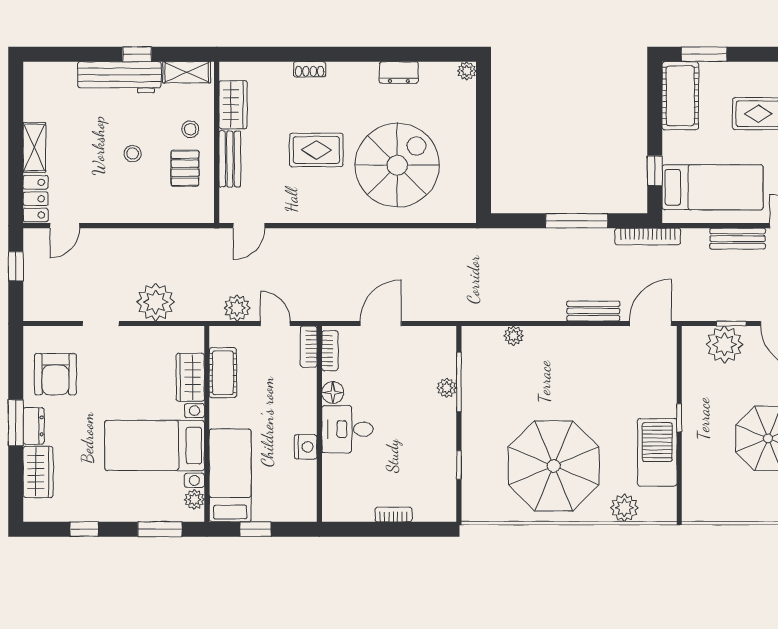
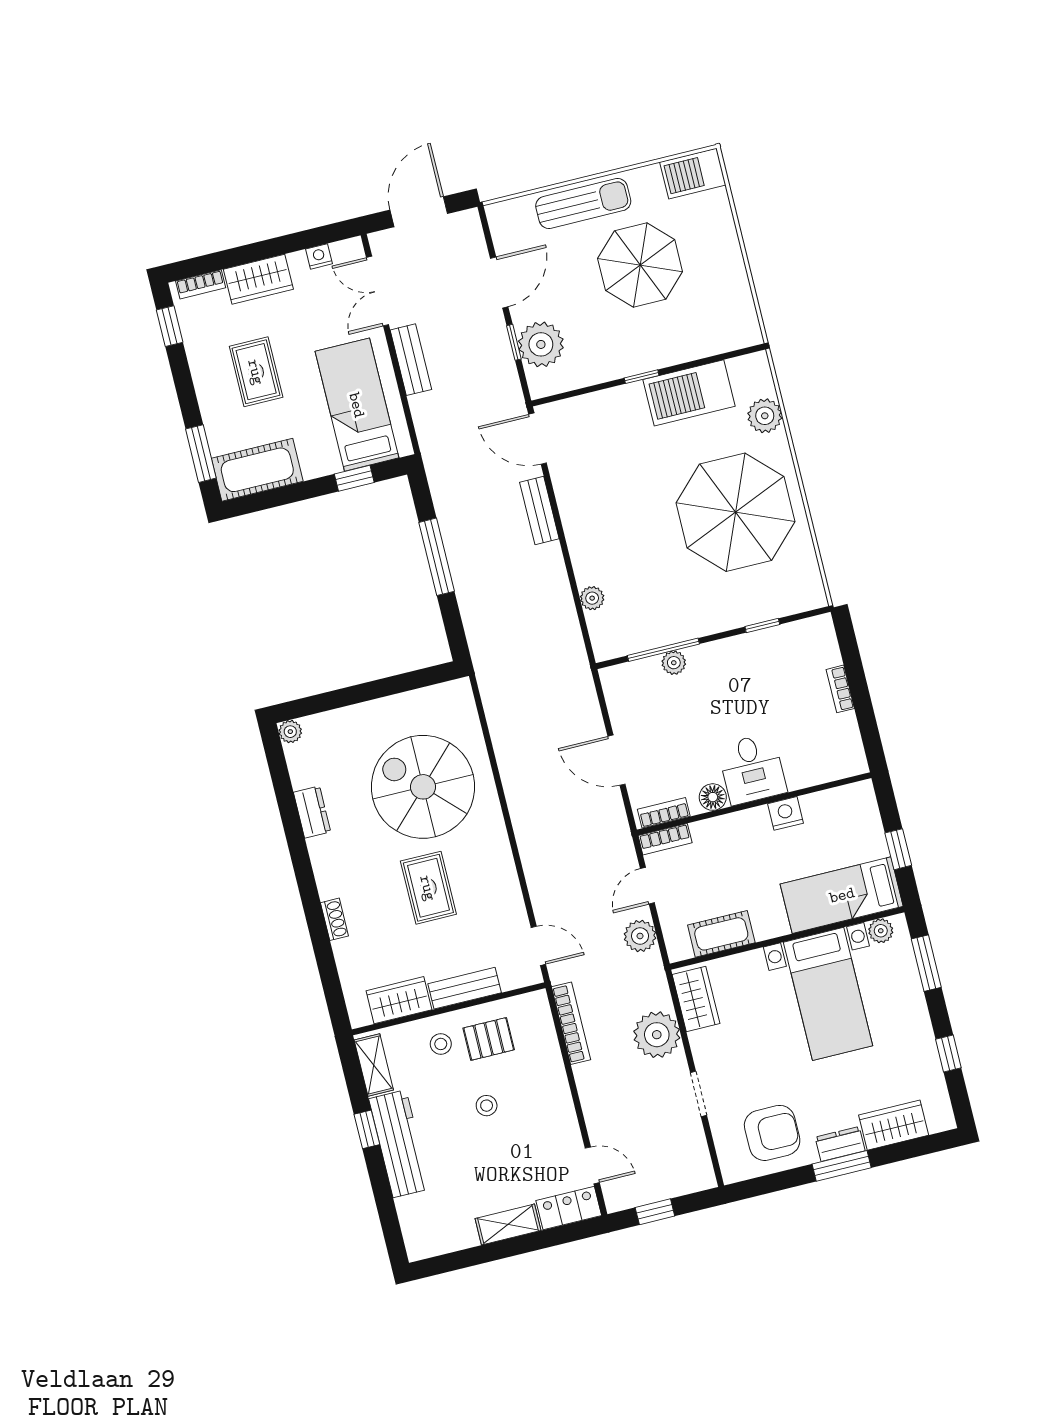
bookcase: (648, 236) -> (571, 1023), moved
wardrobe: (190, 377) -> (696, 999), moved, turned -90

